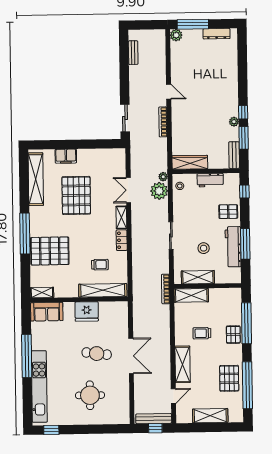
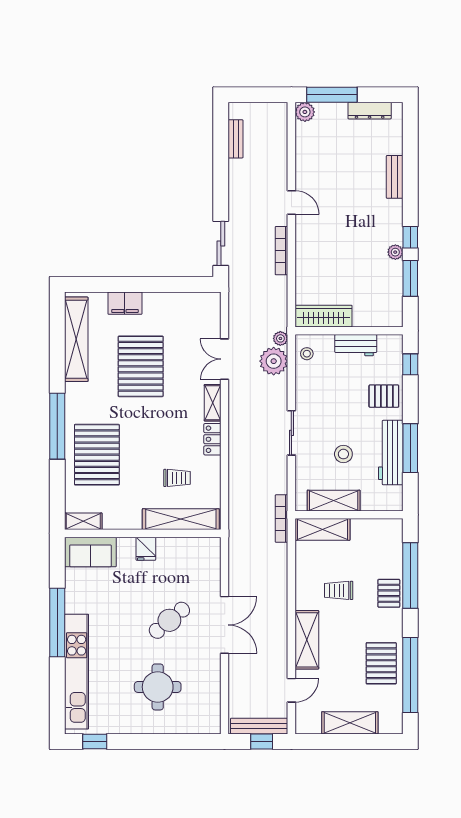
bench: (234, 155) -> (395, 177), moved
pallet: (50, 251) -> (97, 455), turned 90
fridge: (87, 311) -> (146, 549), width x0.53, depth x0.75
cafe table: (97, 354) -> (169, 620), turned -47

